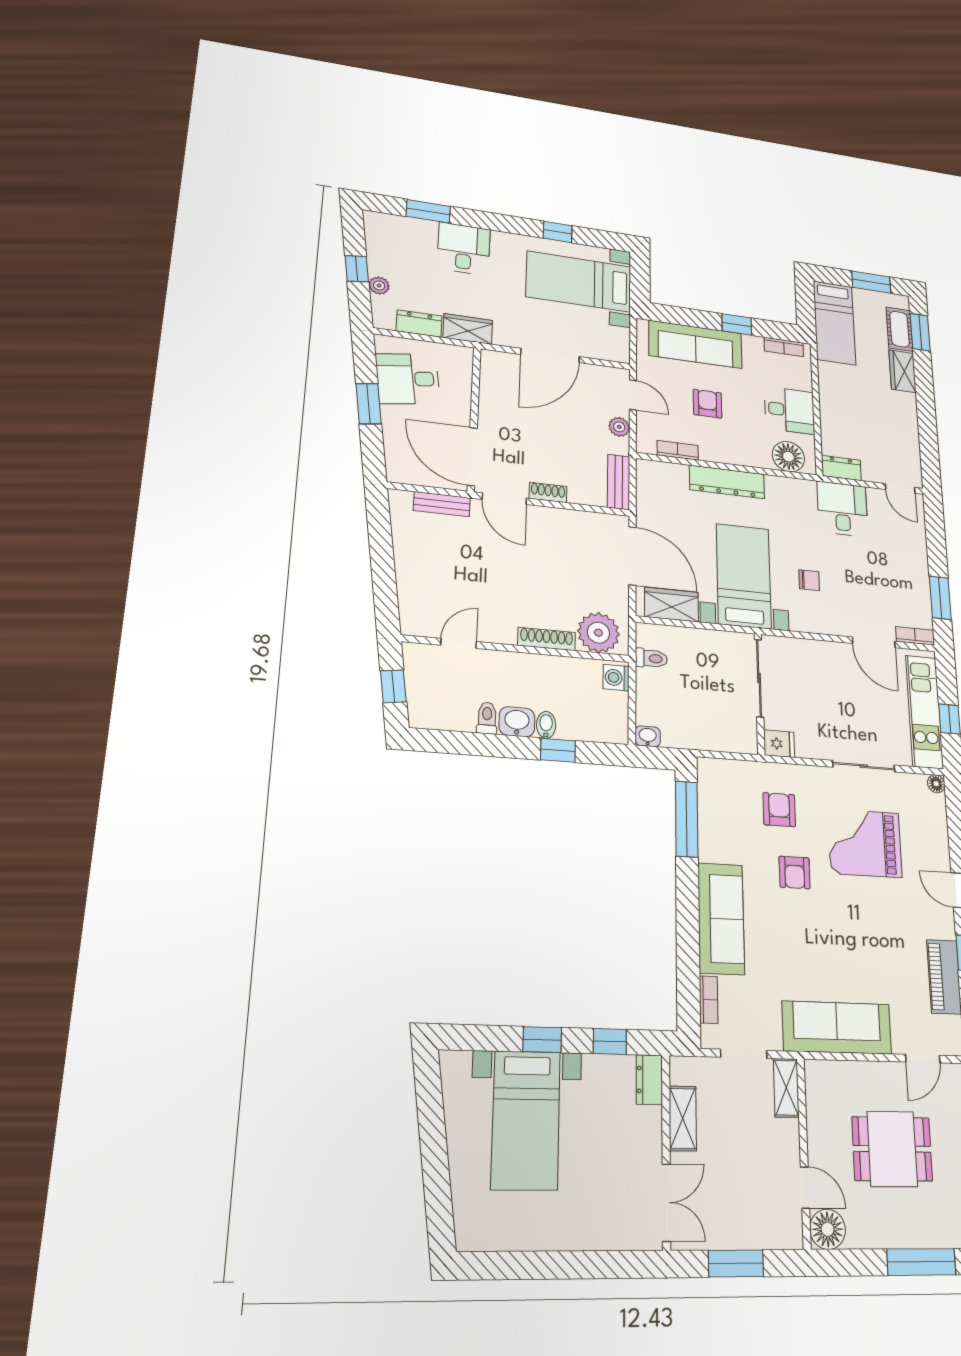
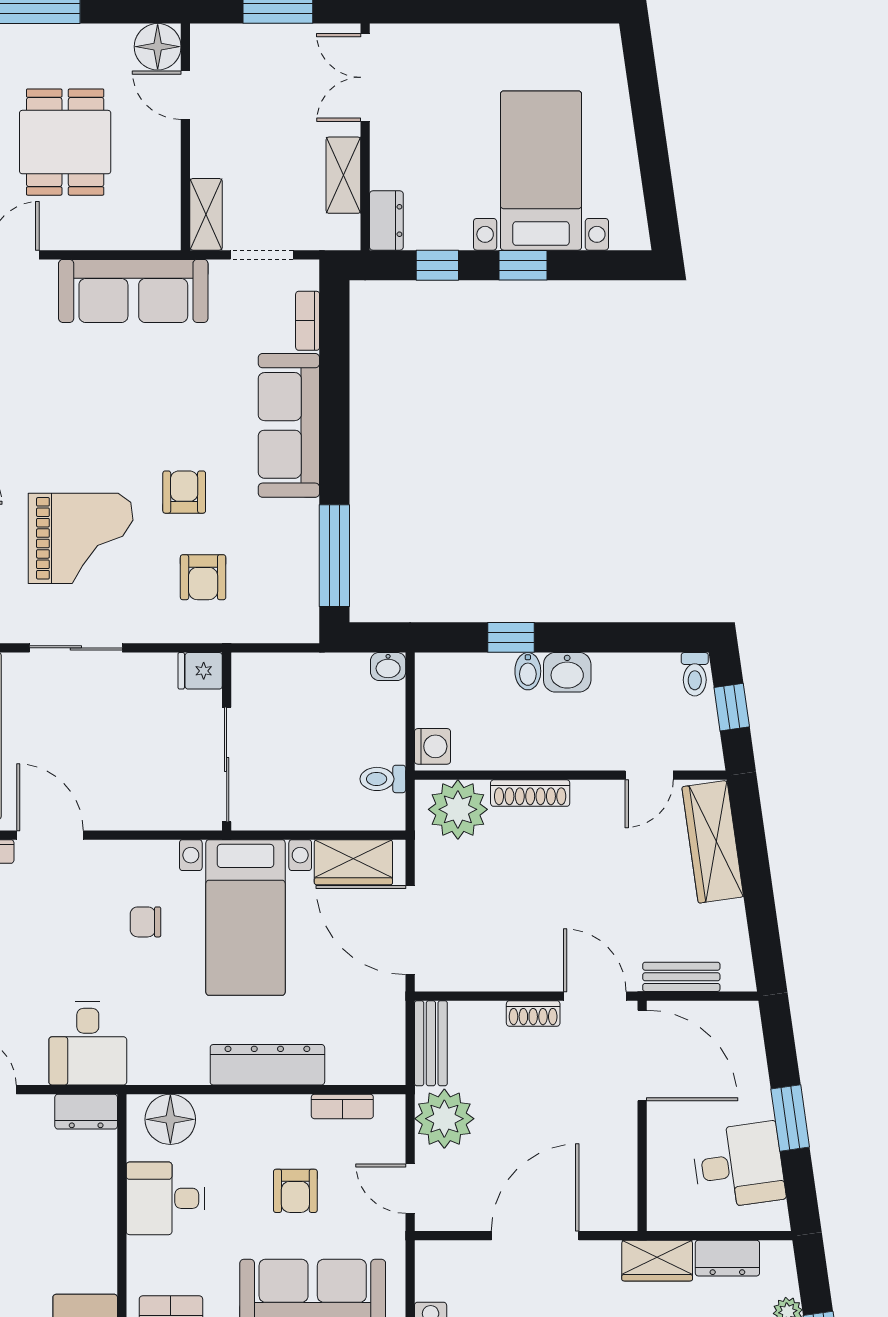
plant: (619, 427) -> (444, 1119), width x1.88, depth x1.88
wardrobe: (414, 592) -> (713, 842), added
toilet: (487, 718) -> (695, 674), moved
dining table: (892, 1149) -> (65, 142), turned 90

